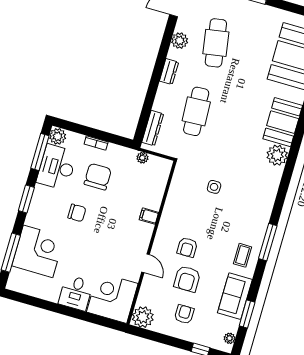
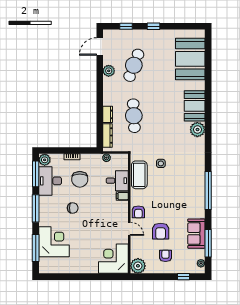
cafe table: (216, 43) -> (134, 65), turned 30
dresser: (169, 72) -> (108, 114), moved
chair: (98, 177) -> (80, 179), turned 180
window: (26, 199) -> (36, 208), width x1.44
window: (268, 242) -> (208, 190), width x1.46
armchair: (187, 247) -> (138, 212), moved
coffee table: (242, 255) -> (139, 175), moved, width x1.86, depth x1.72
desk: (76, 293) -> (117, 181), moved, turned -90
window: (247, 314) -> (208, 243), width x1.44

